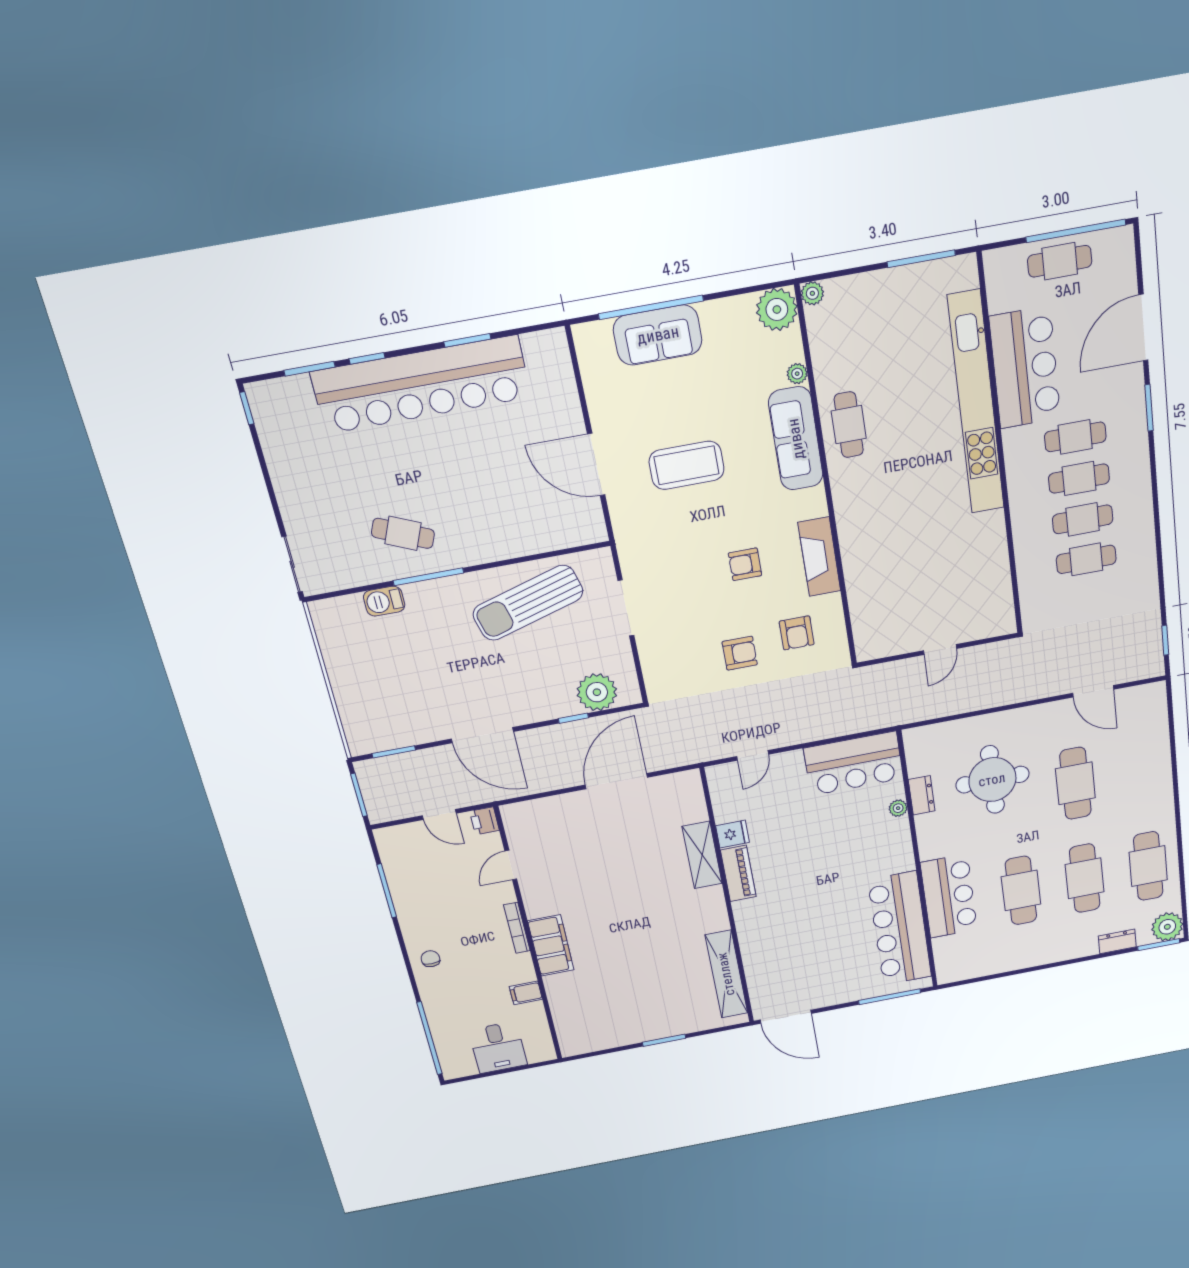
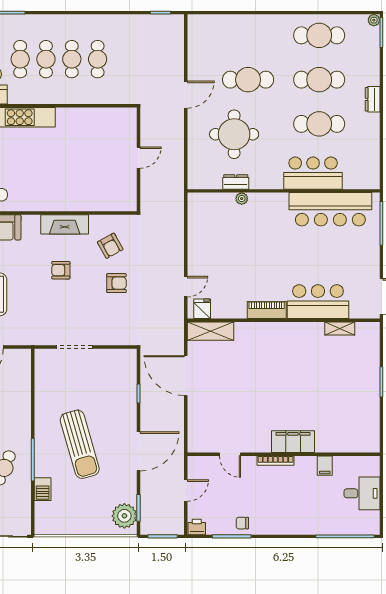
armchair: (745, 564) -> (61, 270), turned 90
sun lounger: (528, 603) -> (80, 444), moved
armchair: (797, 633) -> (110, 246), turned 61
door: (940, 650) -> (138, 158), hinge flipped
armchair: (740, 653) -> (116, 283), turned 90
door: (1093, 691) -> (186, 95), moved
plant: (597, 692) -> (124, 516), moved
door: (753, 755) -> (186, 287), hinge flipped
bar counter: (854, 763) -> (318, 302), moved, turned -90
printer: (484, 821) -> (197, 527), moved, turned 180
fridge: (733, 834) -> (202, 309), moved
shelving: (702, 855) -> (210, 331), moved
plant: (1167, 927) -> (374, 20), width x0.53, depth x0.53
dresser: (1117, 941) -> (373, 99), moved
chair: (430, 959) -> (242, 523), moved
shelving: (726, 974) -> (340, 329), width x0.45, depth x0.75

